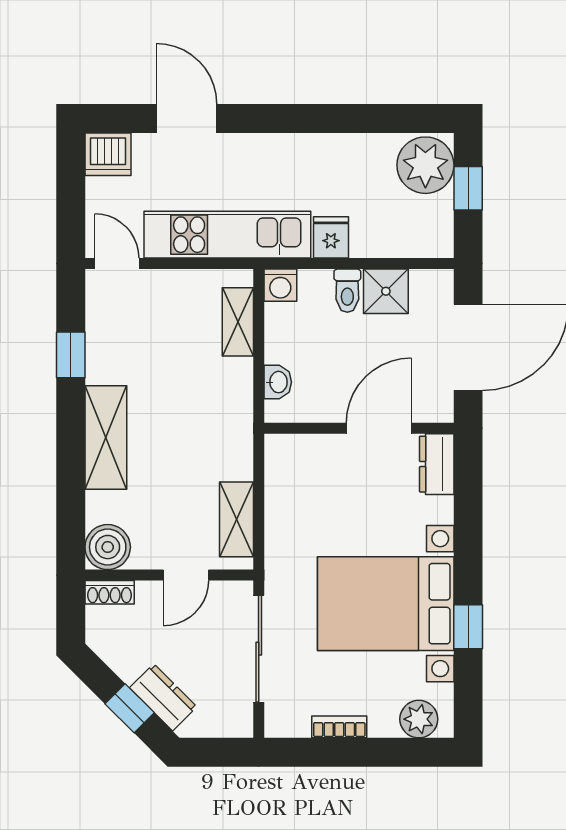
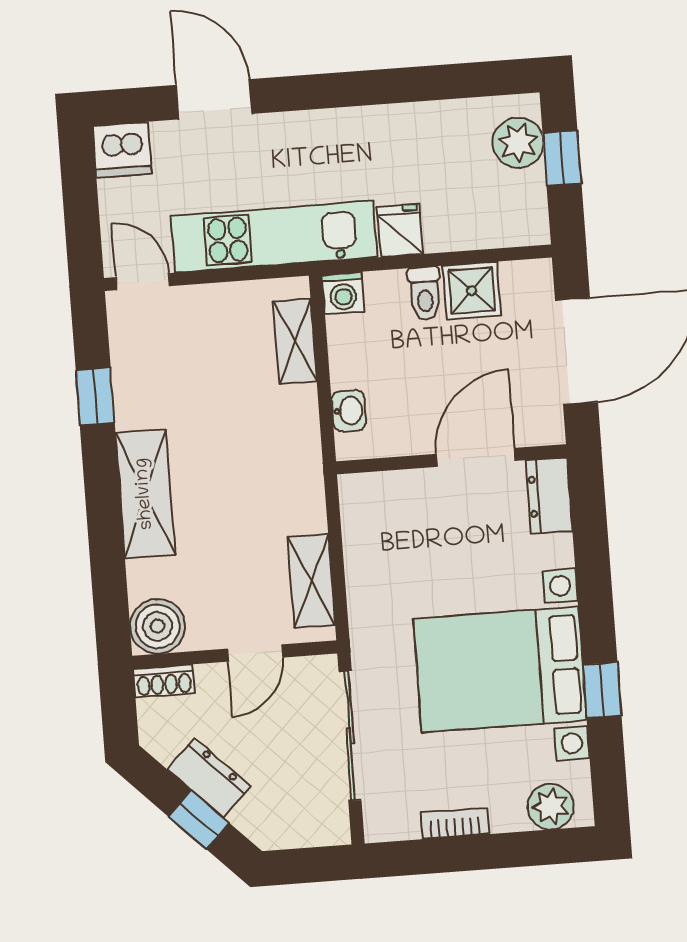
plant: (425, 165) -> (518, 143), width x0.73, depth x0.73
dresser: (163, 697) -> (209, 778), moved

